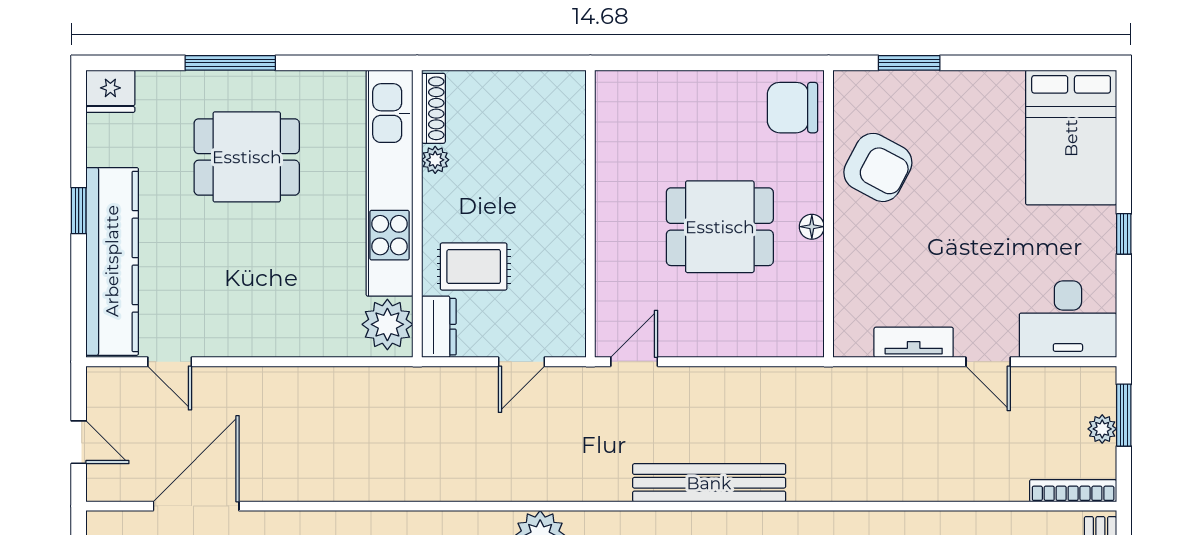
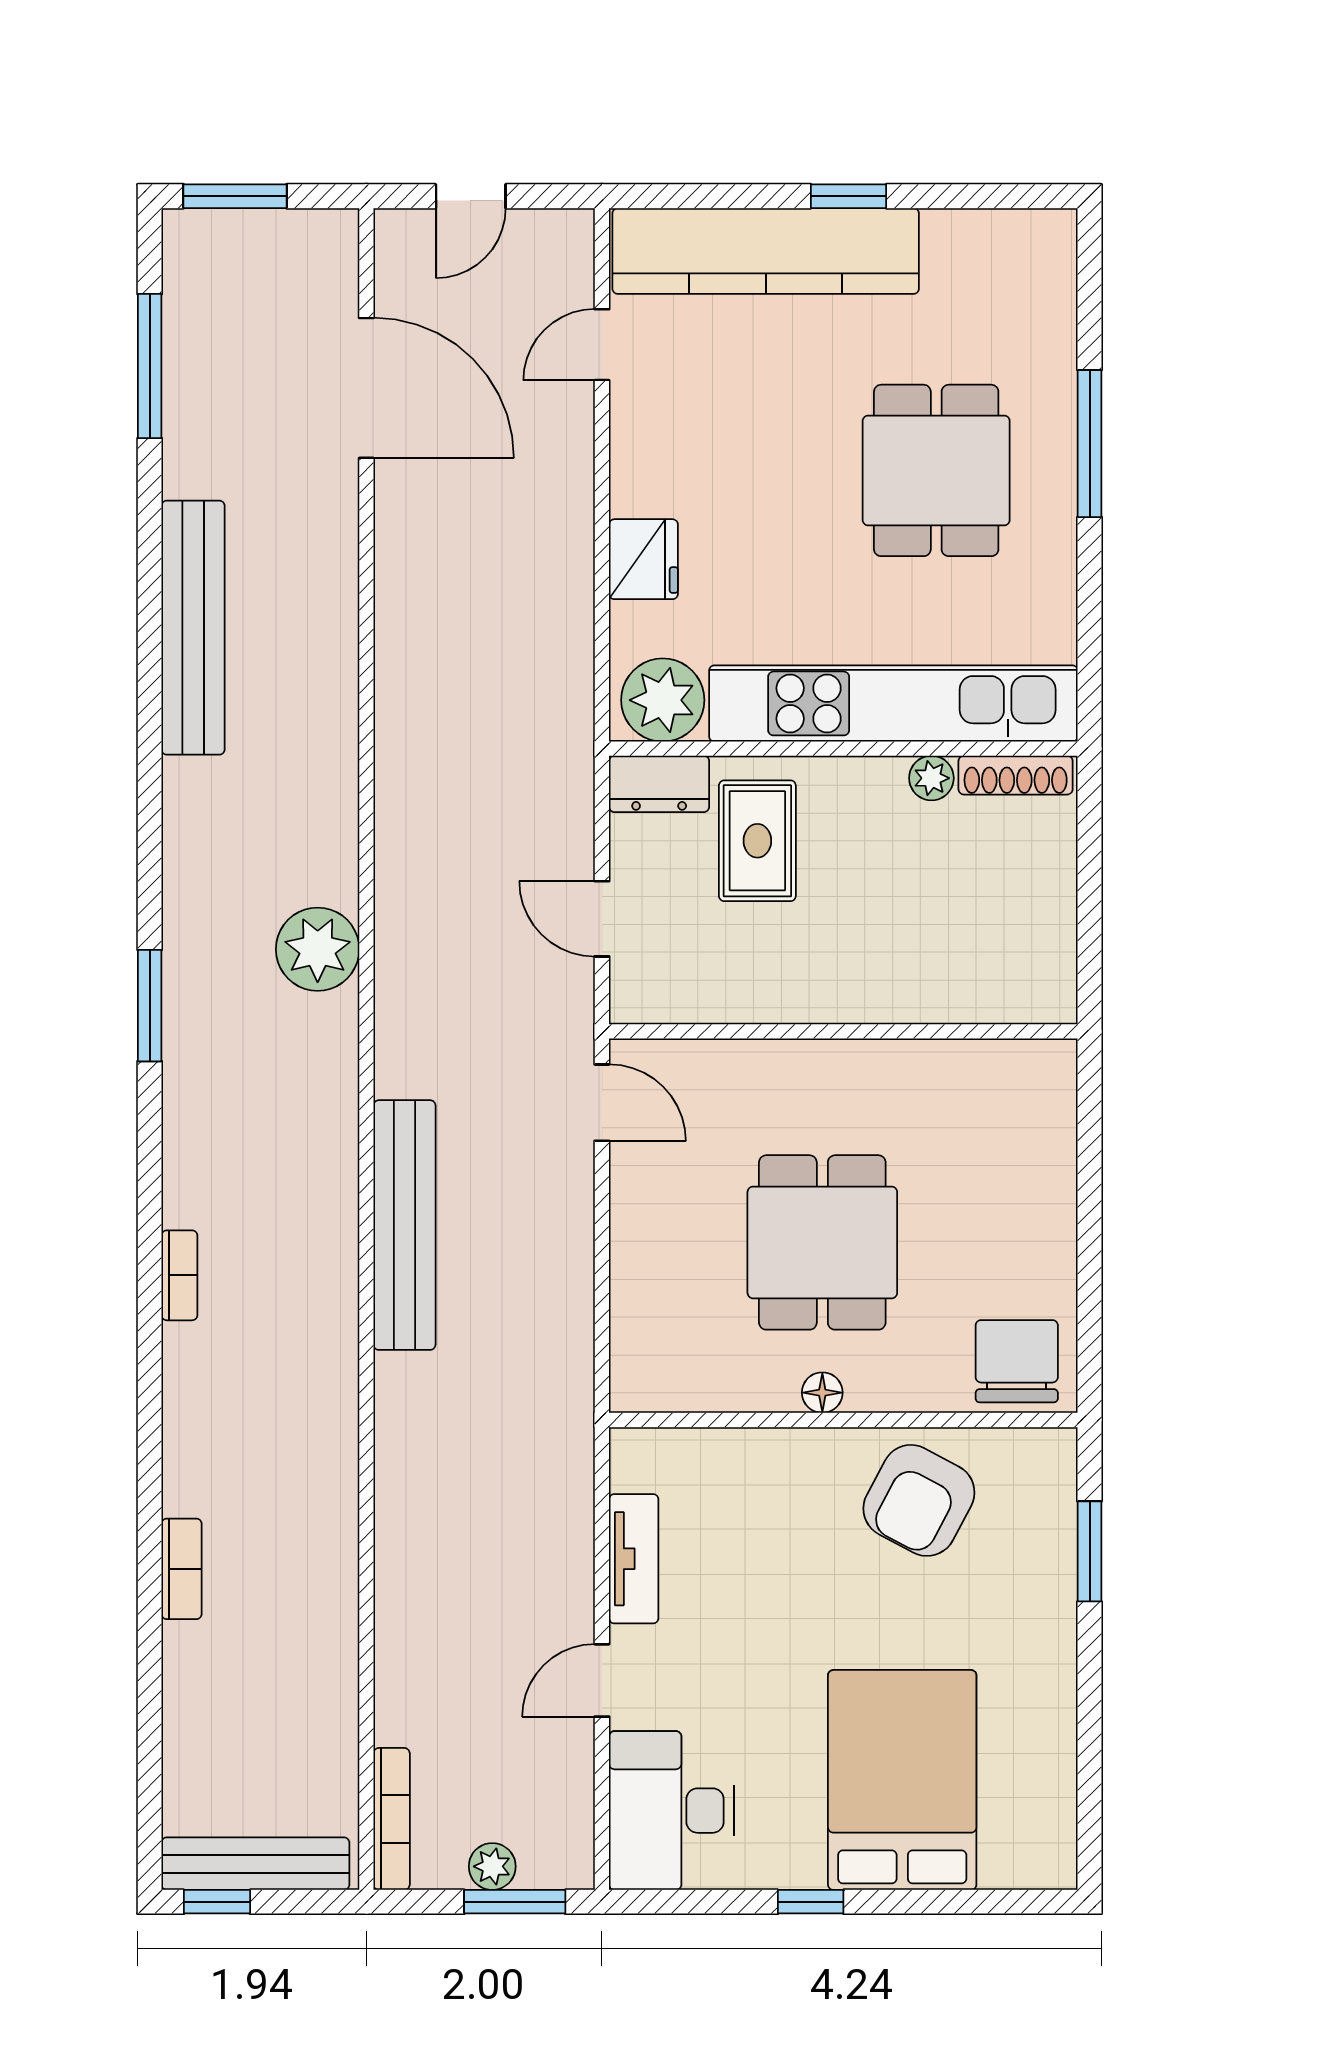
fridge: (110, 91) -> (643, 559), moved, turned 180
bed: (1071, 138) -> (902, 1780), moved, turned 90

